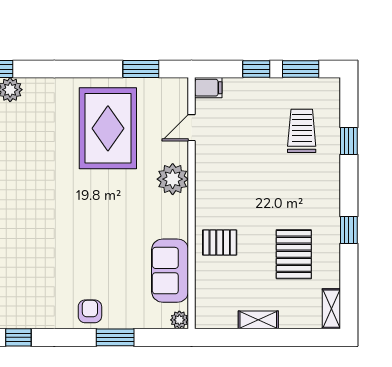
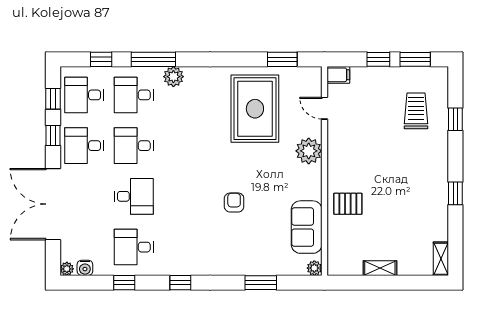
door: (192, 128) -> (324, 108), hinge flipped
pallet: (294, 254) -> (410, 214), removed
armchair: (90, 311) -> (234, 202), moved

